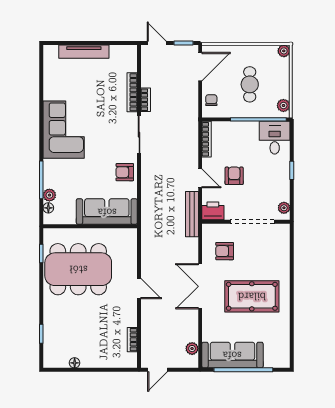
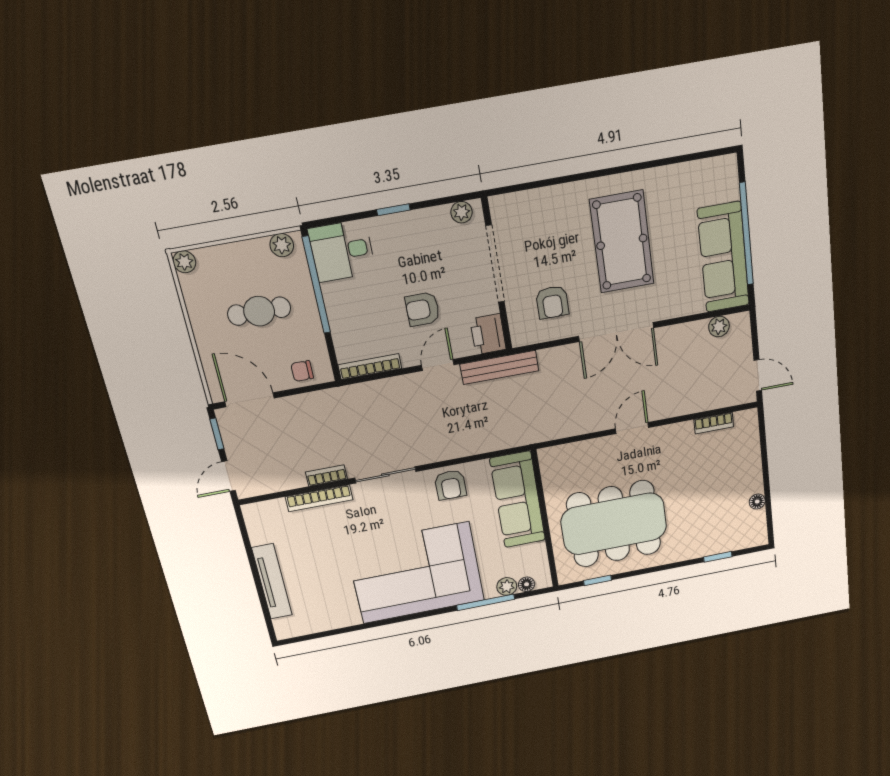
corner sofa: (64, 130) -> (416, 573), width x1.36, depth x1.36
dining table: (78, 269) -> (614, 524), turned 90

